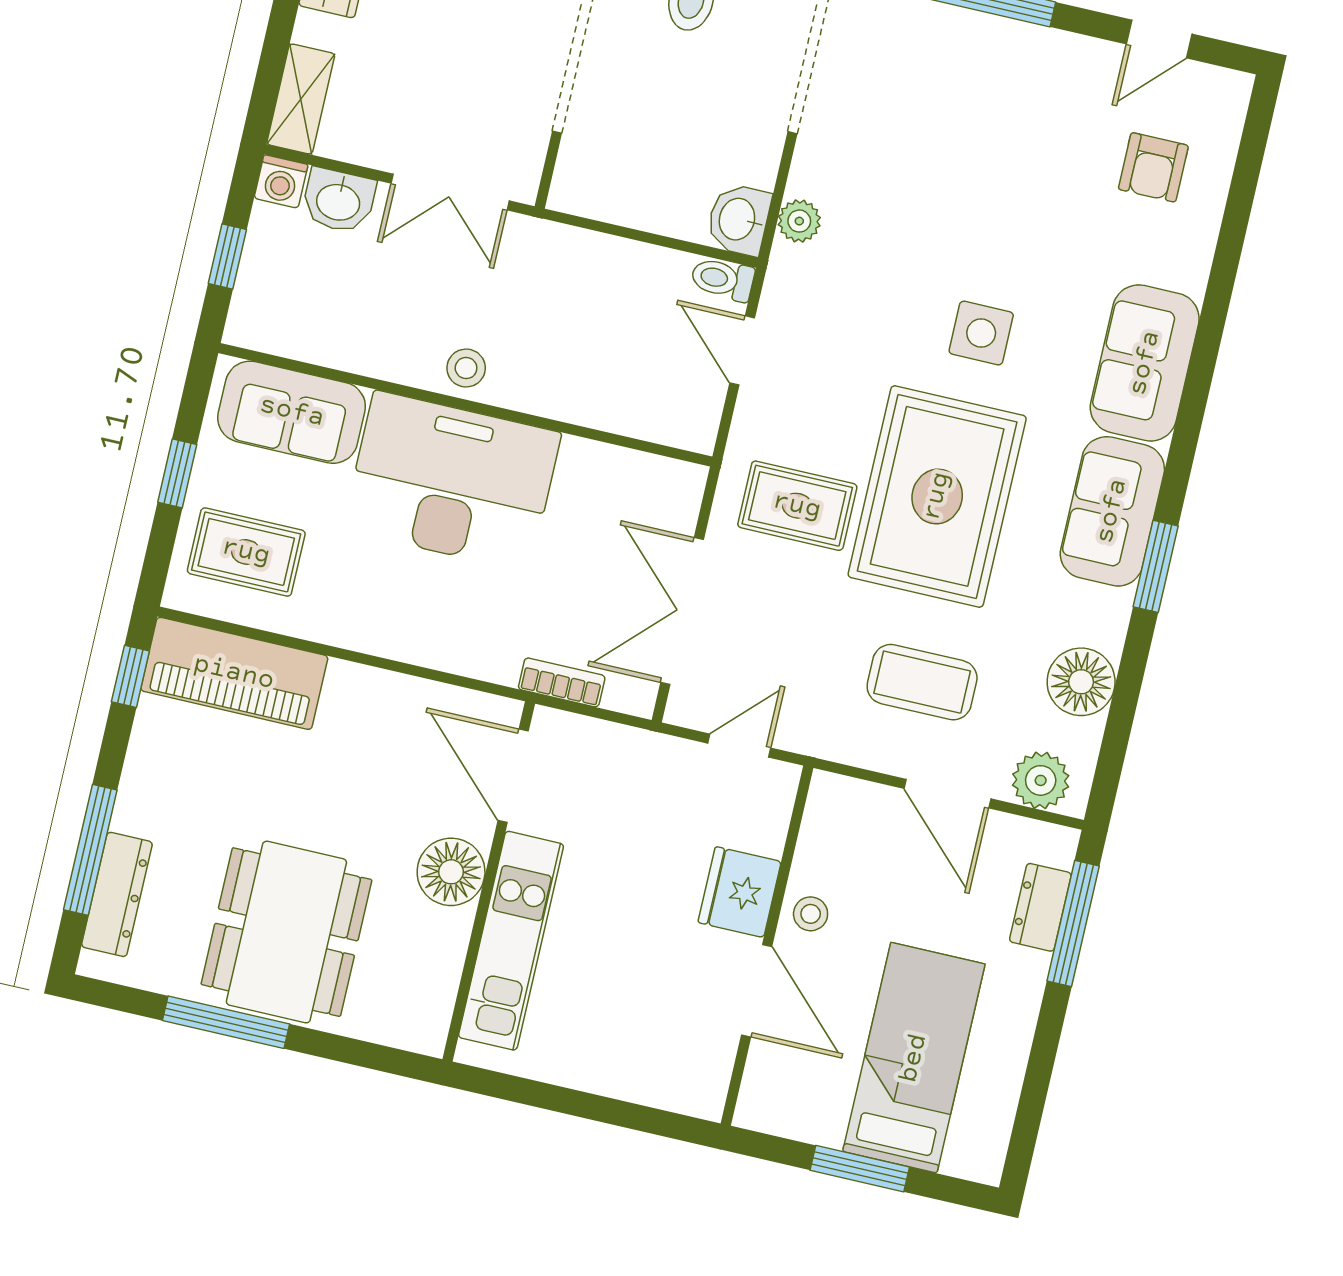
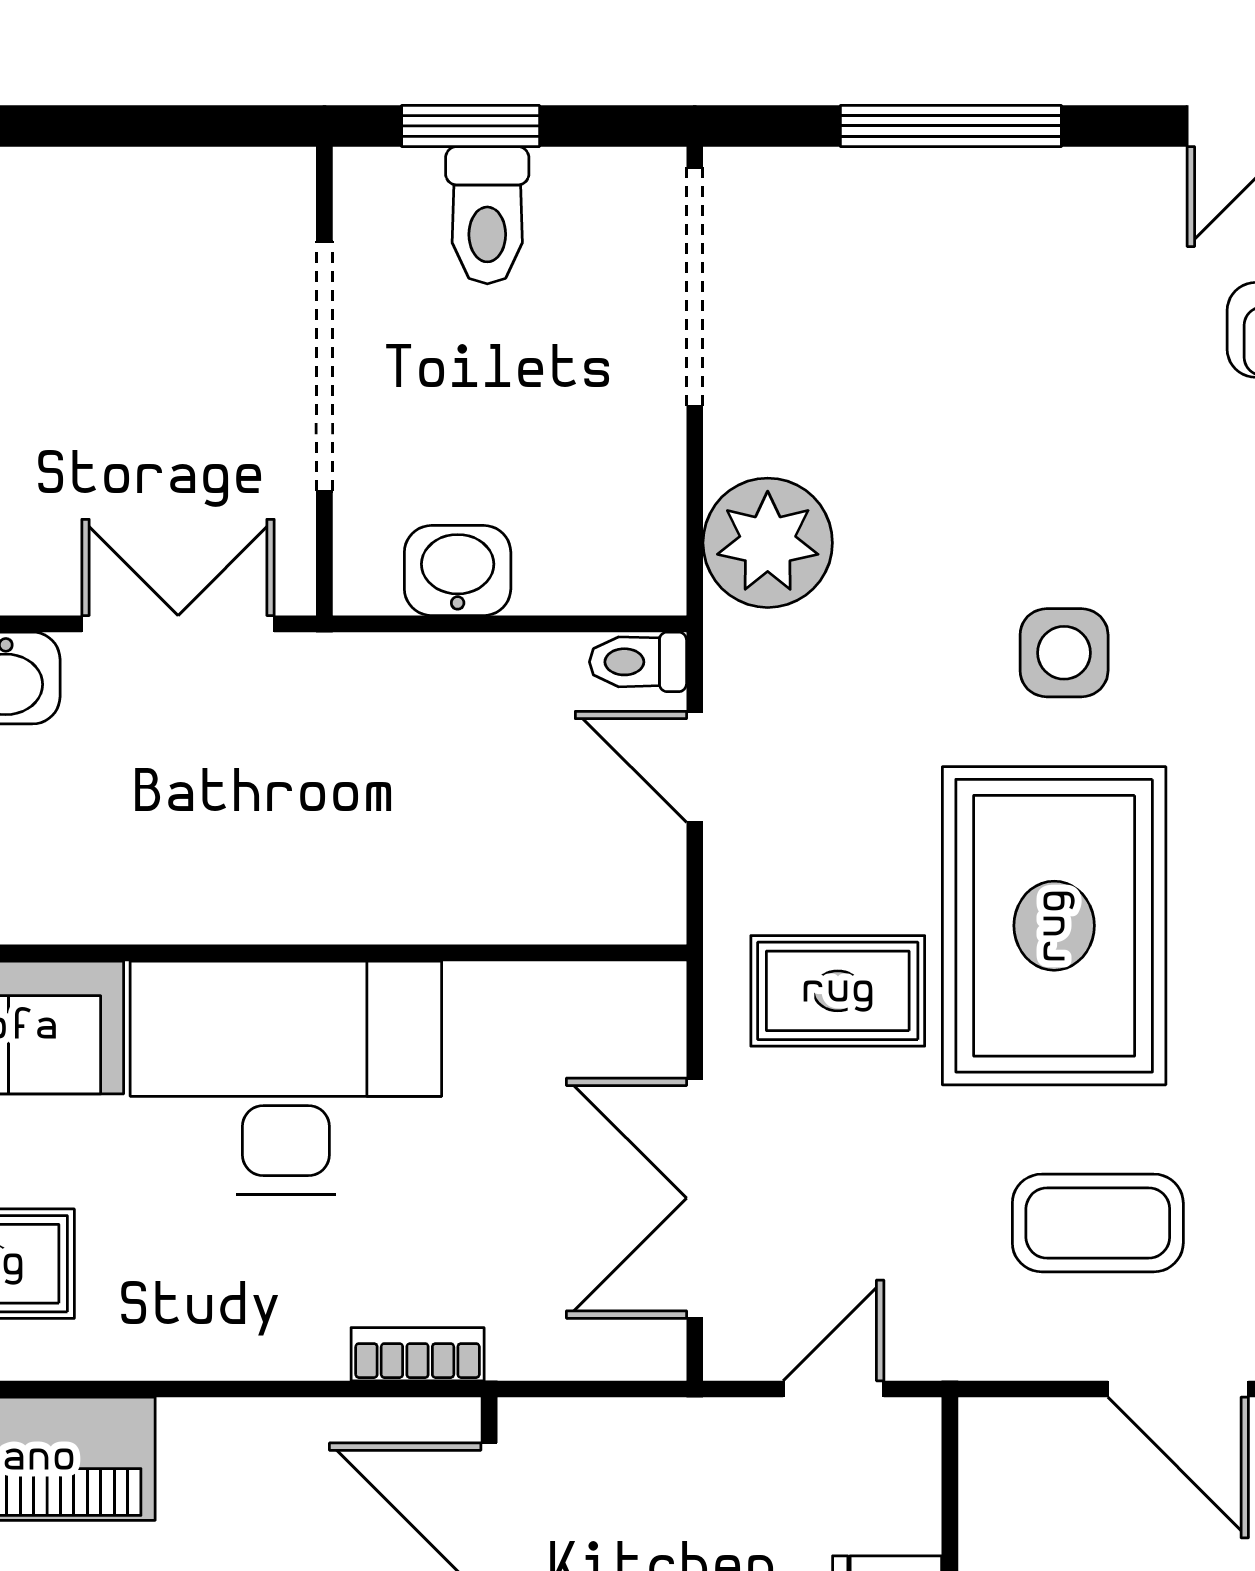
double door: (450, 192) -> (178, 624), swing flipped
washbasin: (739, 219) -> (458, 571), moved, turned 90
plant: (799, 221) -> (768, 543), width x1.87, depth x1.87
stool: (466, 368) -> (267, 895), removed
bookcase: (562, 682) -> (418, 1354), moved

